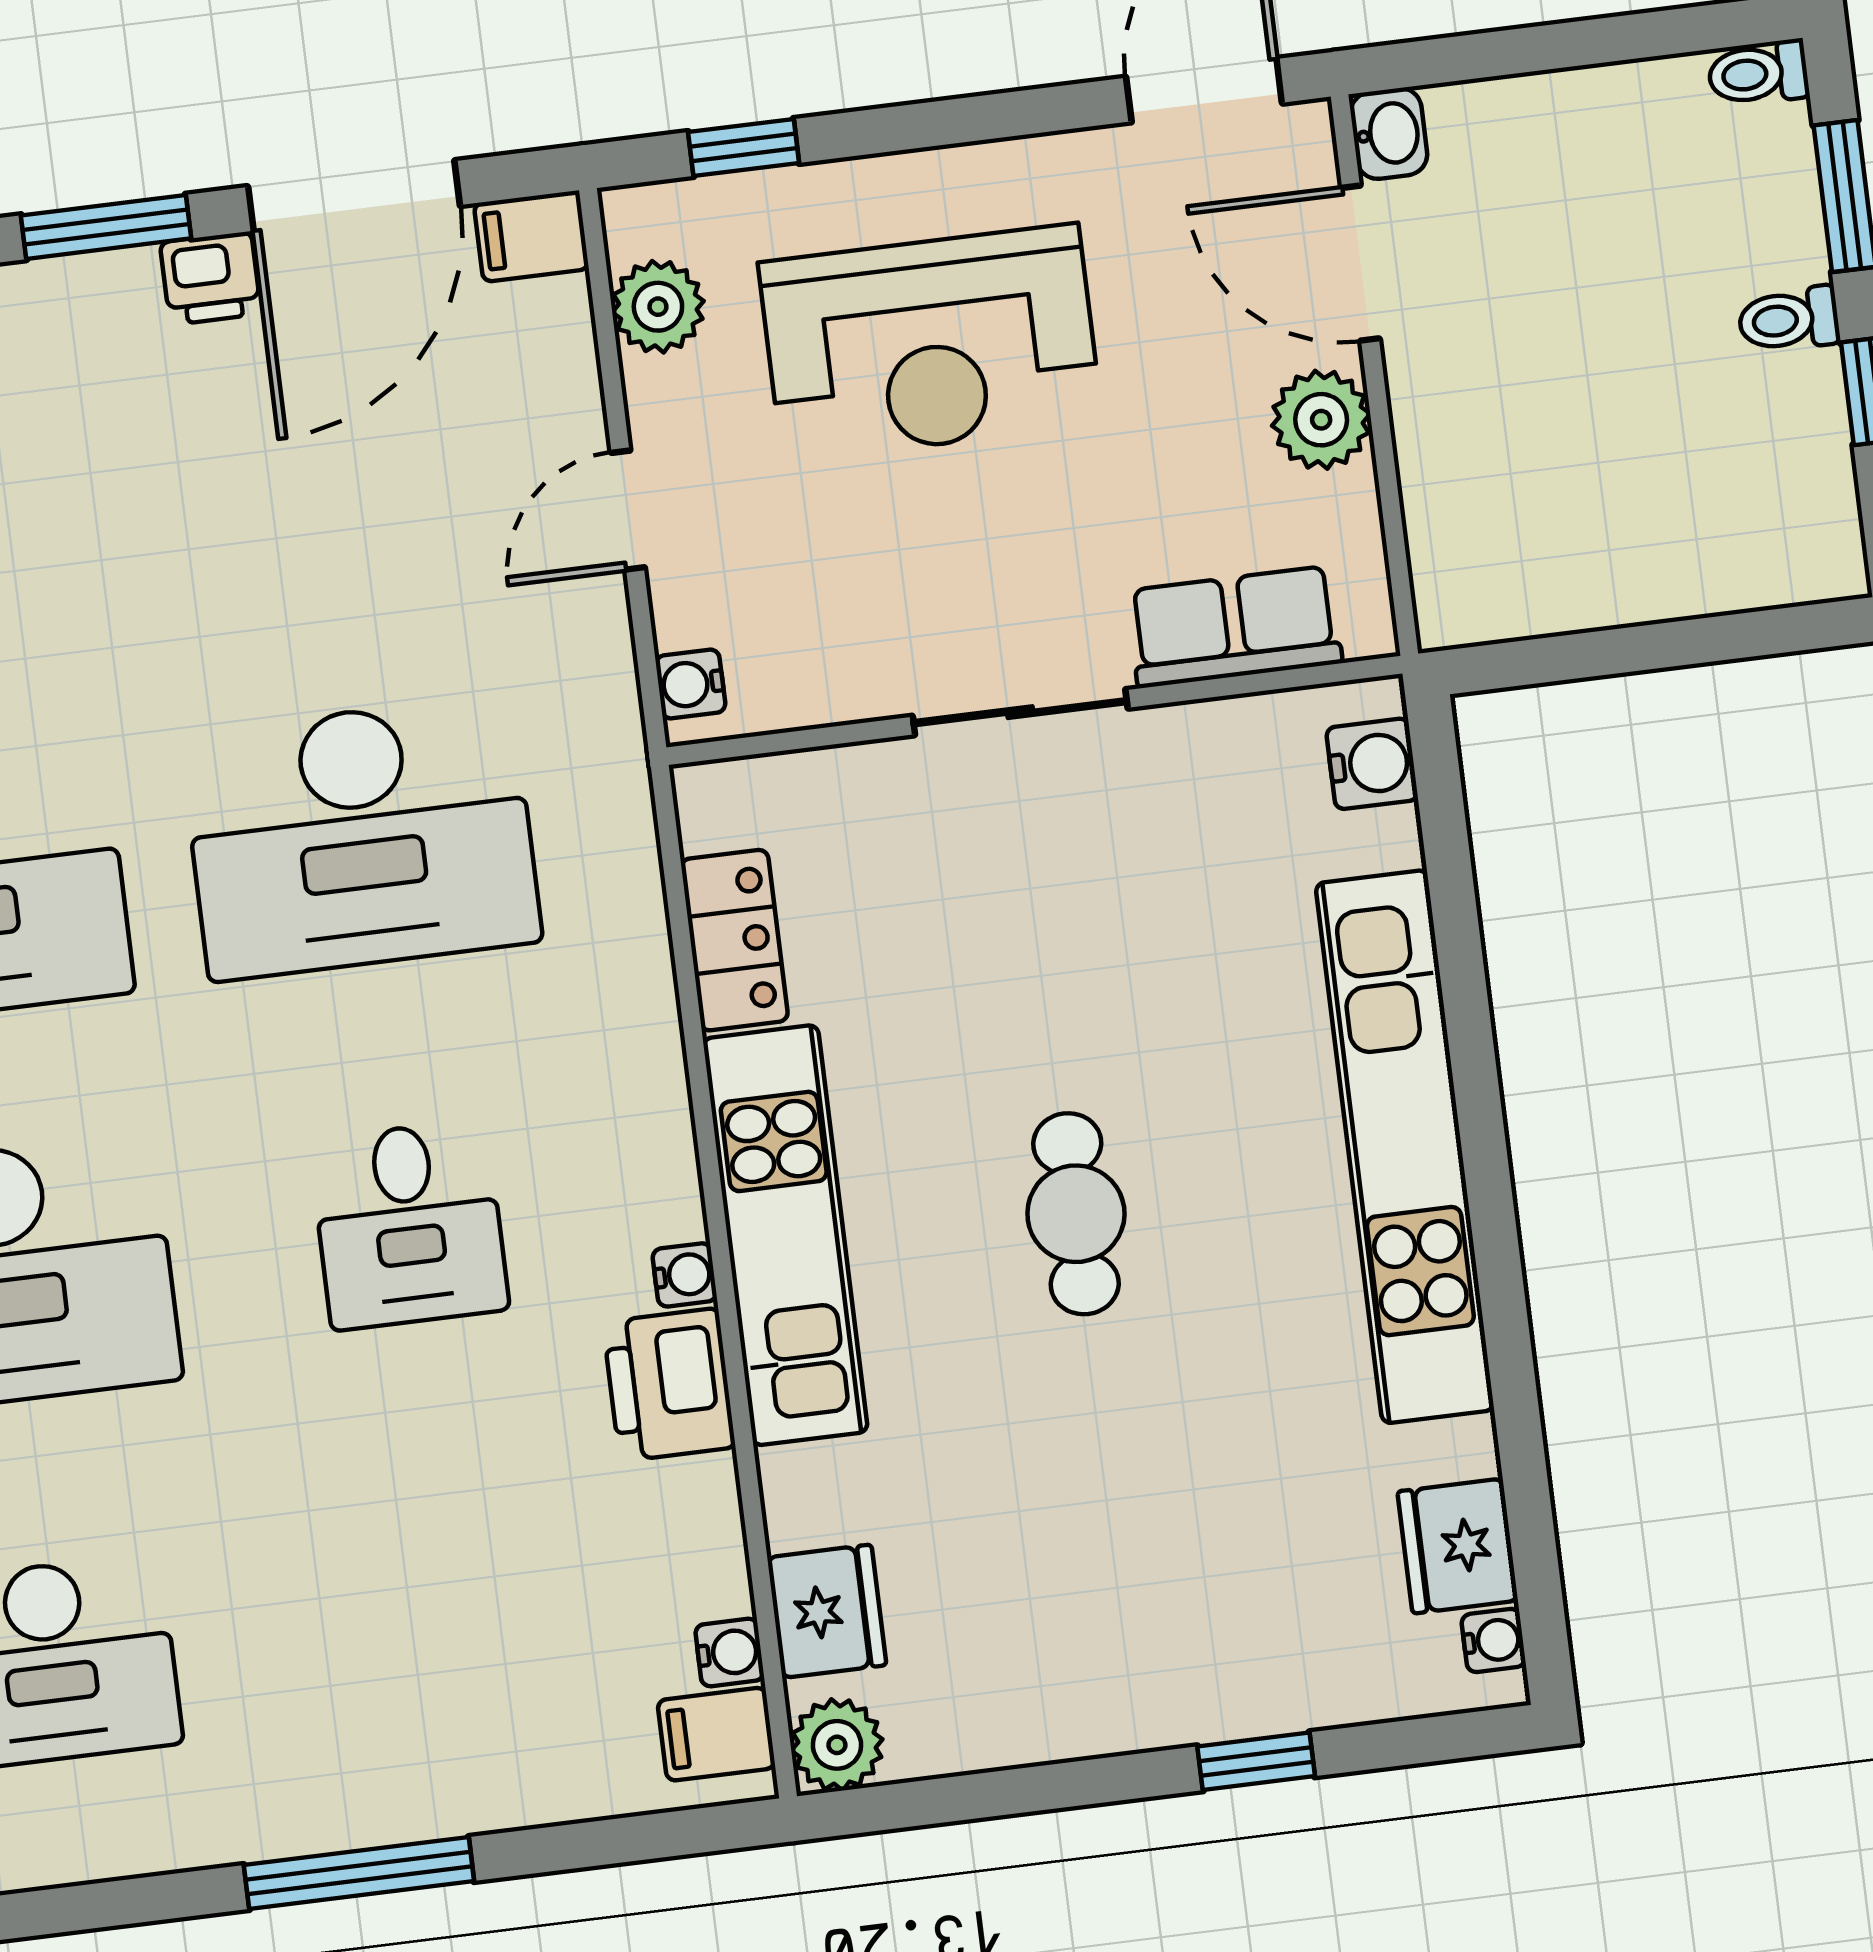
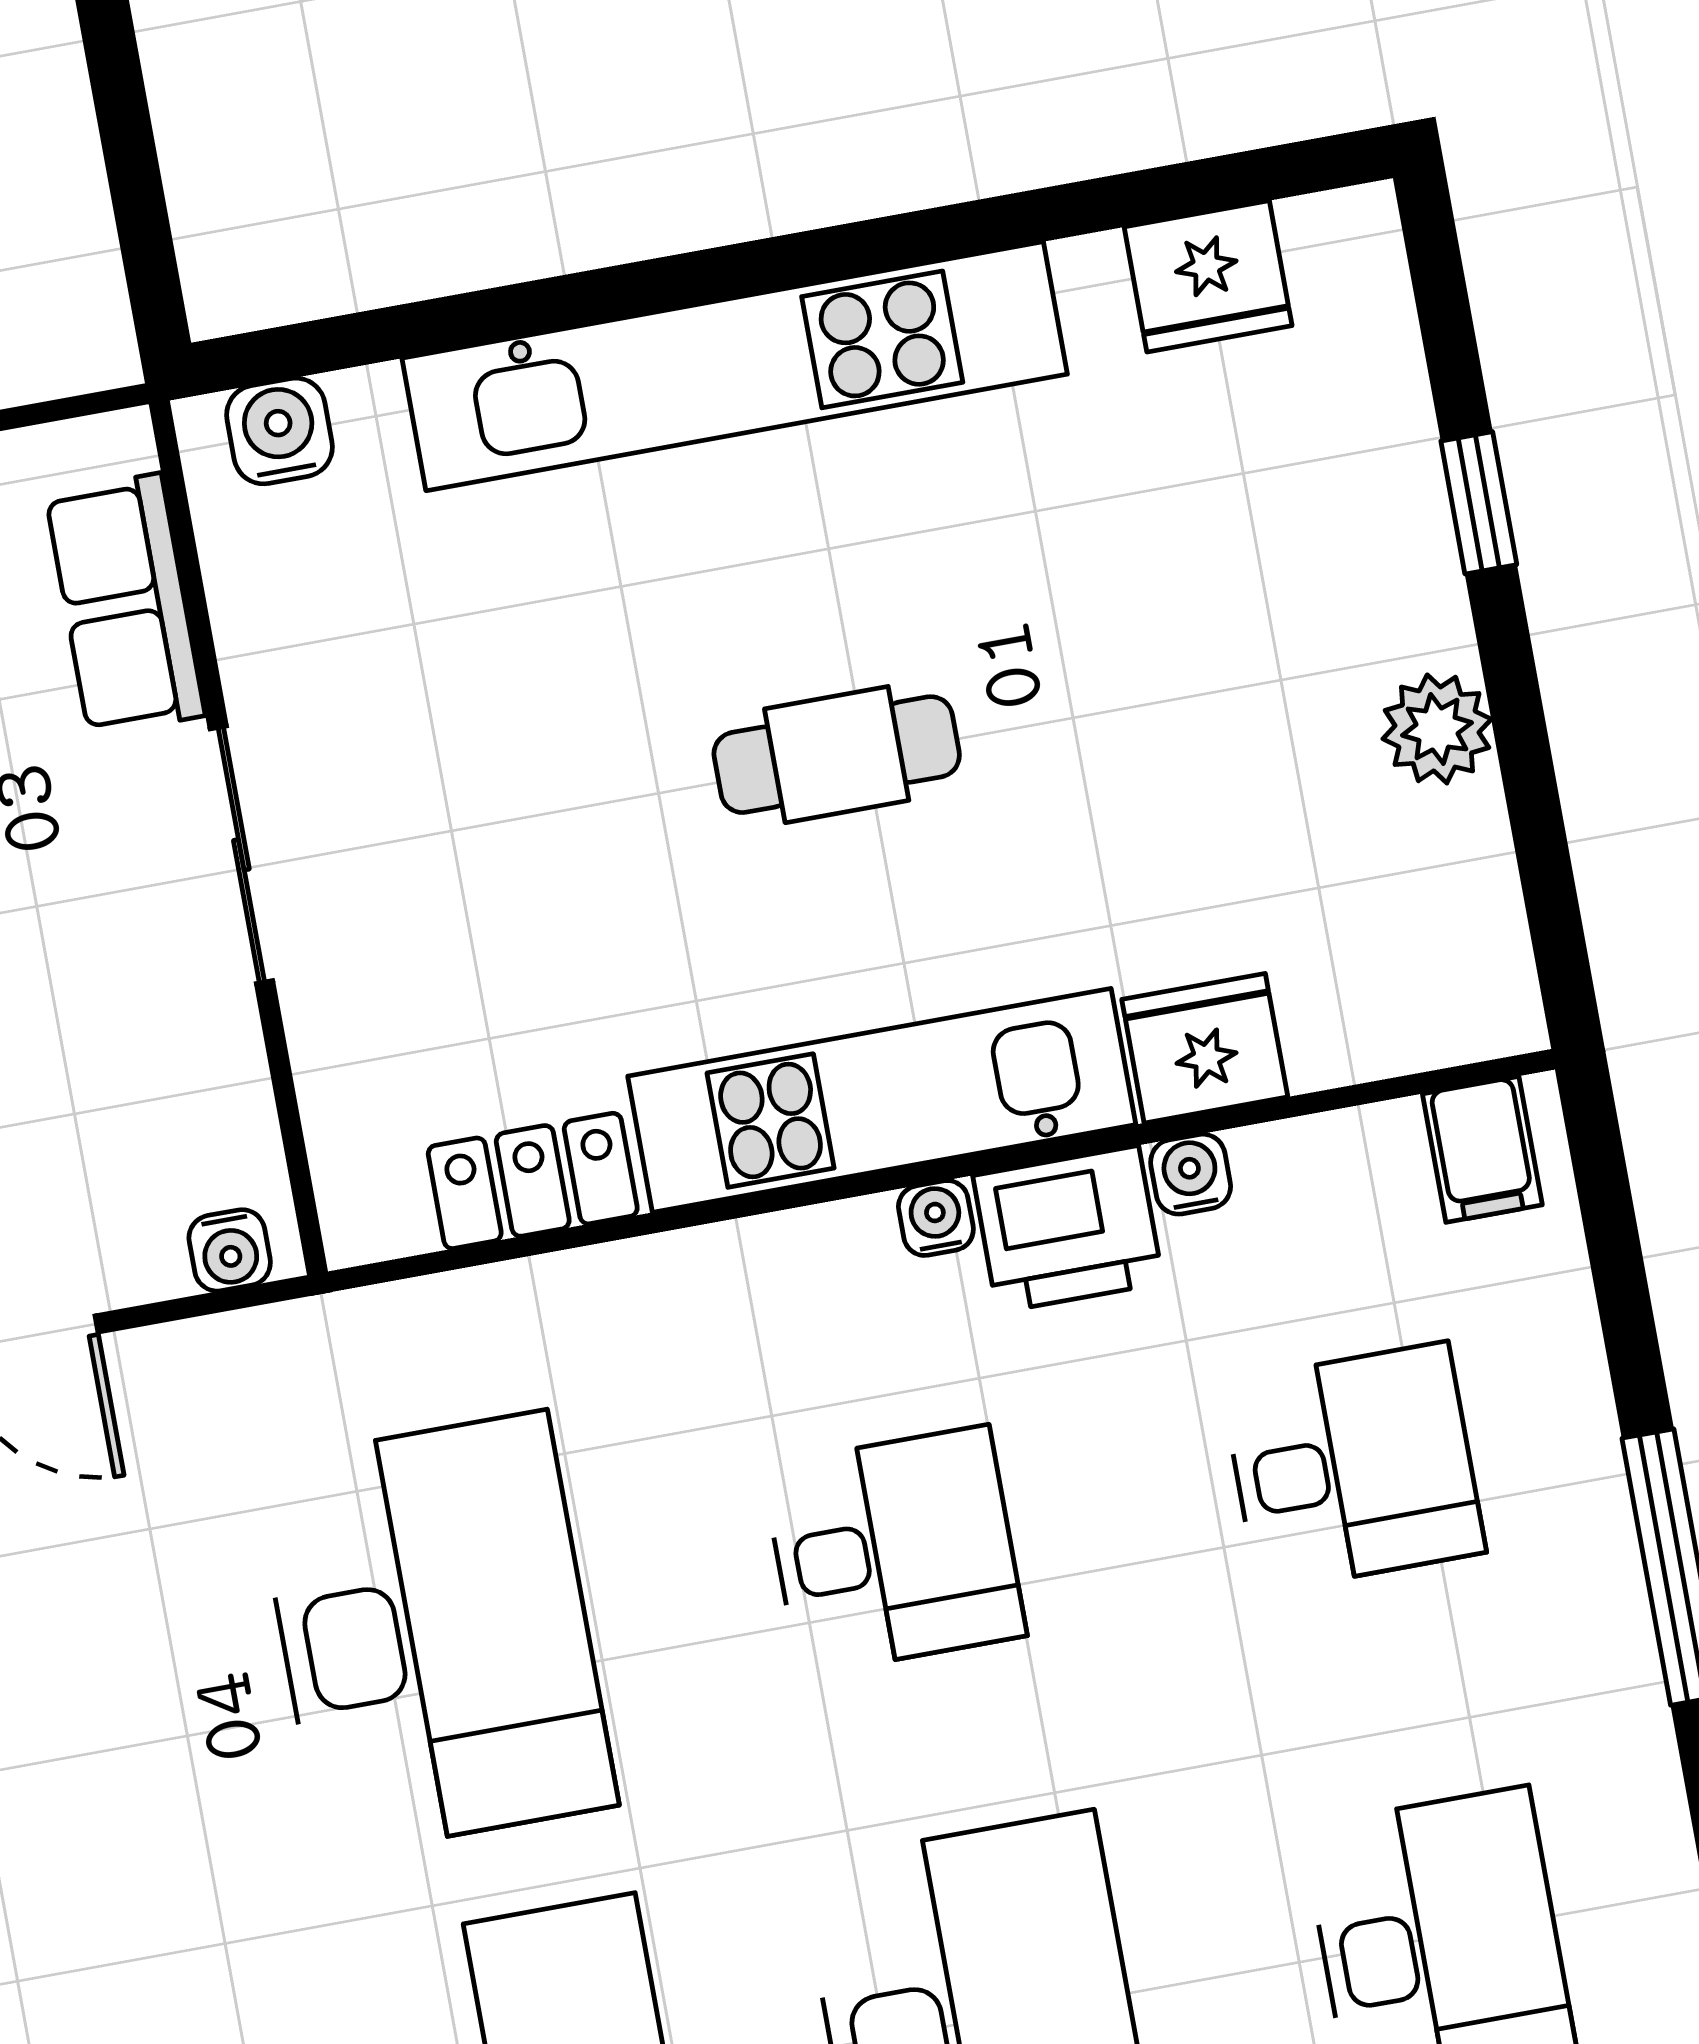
fridge: (827, 1611) -> (1205, 1048), moved
desk: (457, 1612) -> (1353, 1467), added
water cooler: (1494, 1640) -> (1319, 227), removed
water cooler: (730, 1653) -> (1191, 1174), moved
plant: (837, 1745) -> (1437, 729), moved

